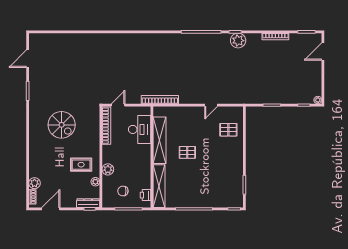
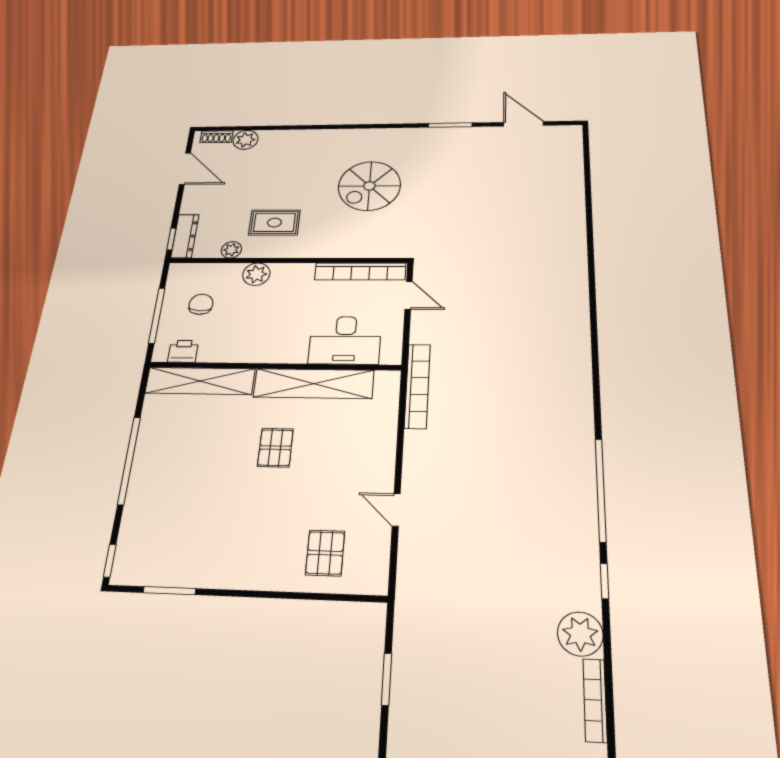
plant: (238, 41) -> (580, 634), moved
rug: (81, 165) -> (274, 223), turned 90

